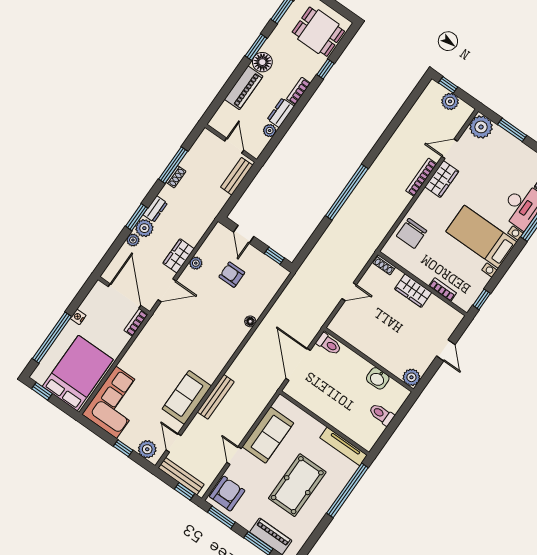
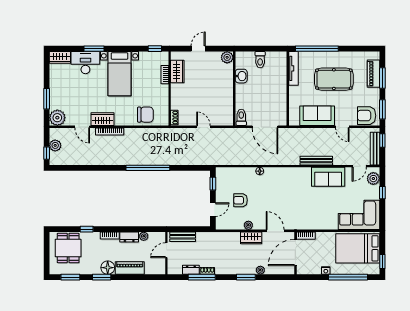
dresser: (155, 209) -> (191, 270), moved
plant: (144, 228) -> (249, 268), removed
armchair: (232, 275) -> (241, 200), turned 90
wardrobe: (413, 291) -> (177, 71), moved
door: (298, 364) -> (265, 127), hinge flipped
door: (234, 456) -> (342, 127), hinge flipped

